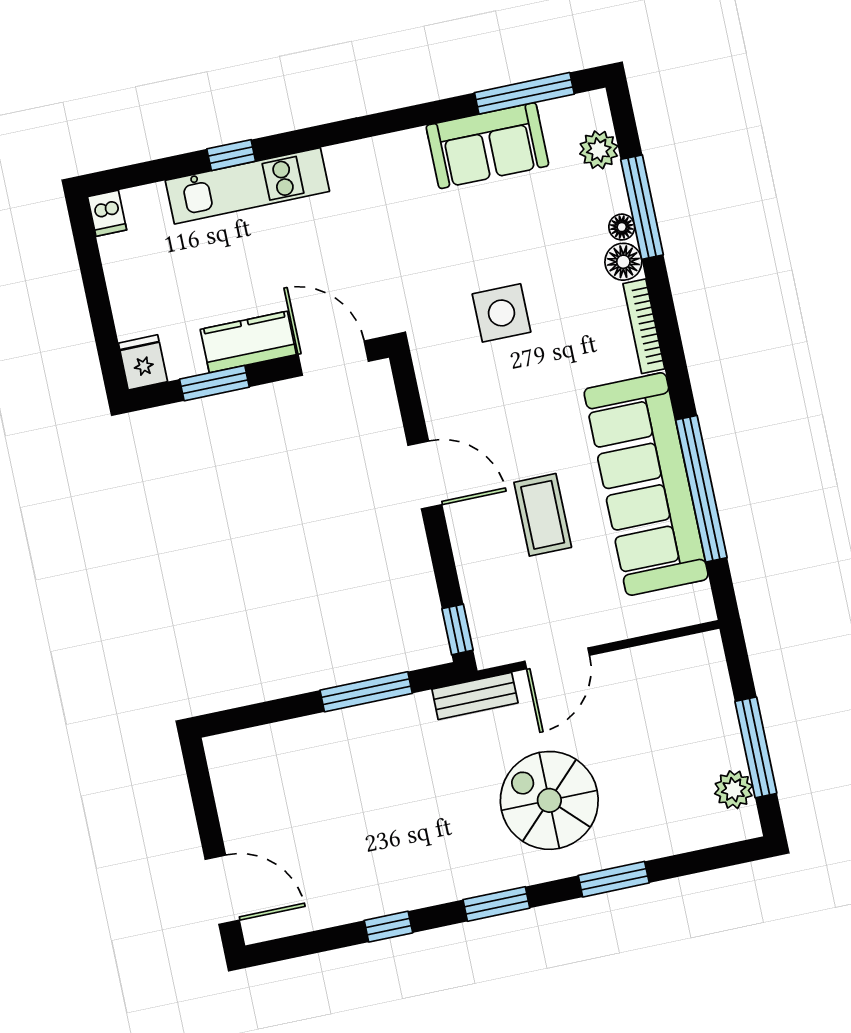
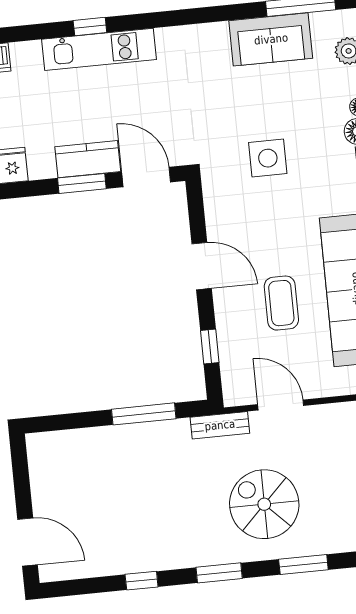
window: (214, 383) -> (82, 183), moved
window: (457, 629) -> (210, 347), moved
door: (557, 658) -> (281, 405), swing flipped

